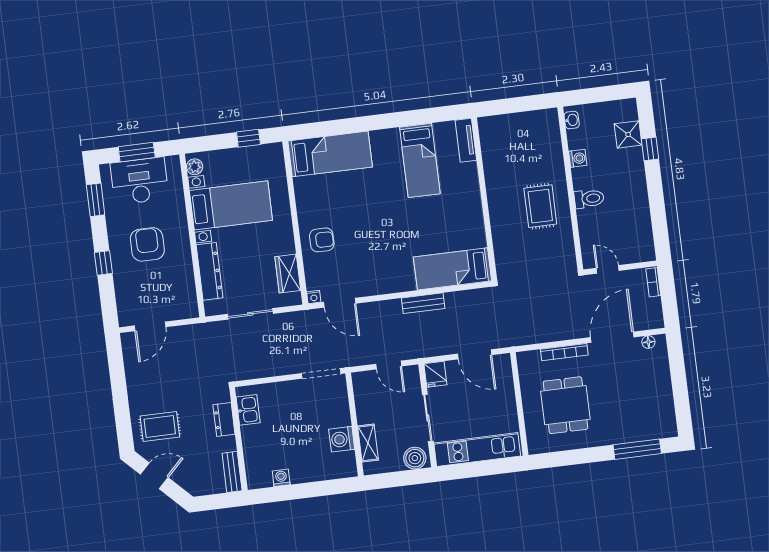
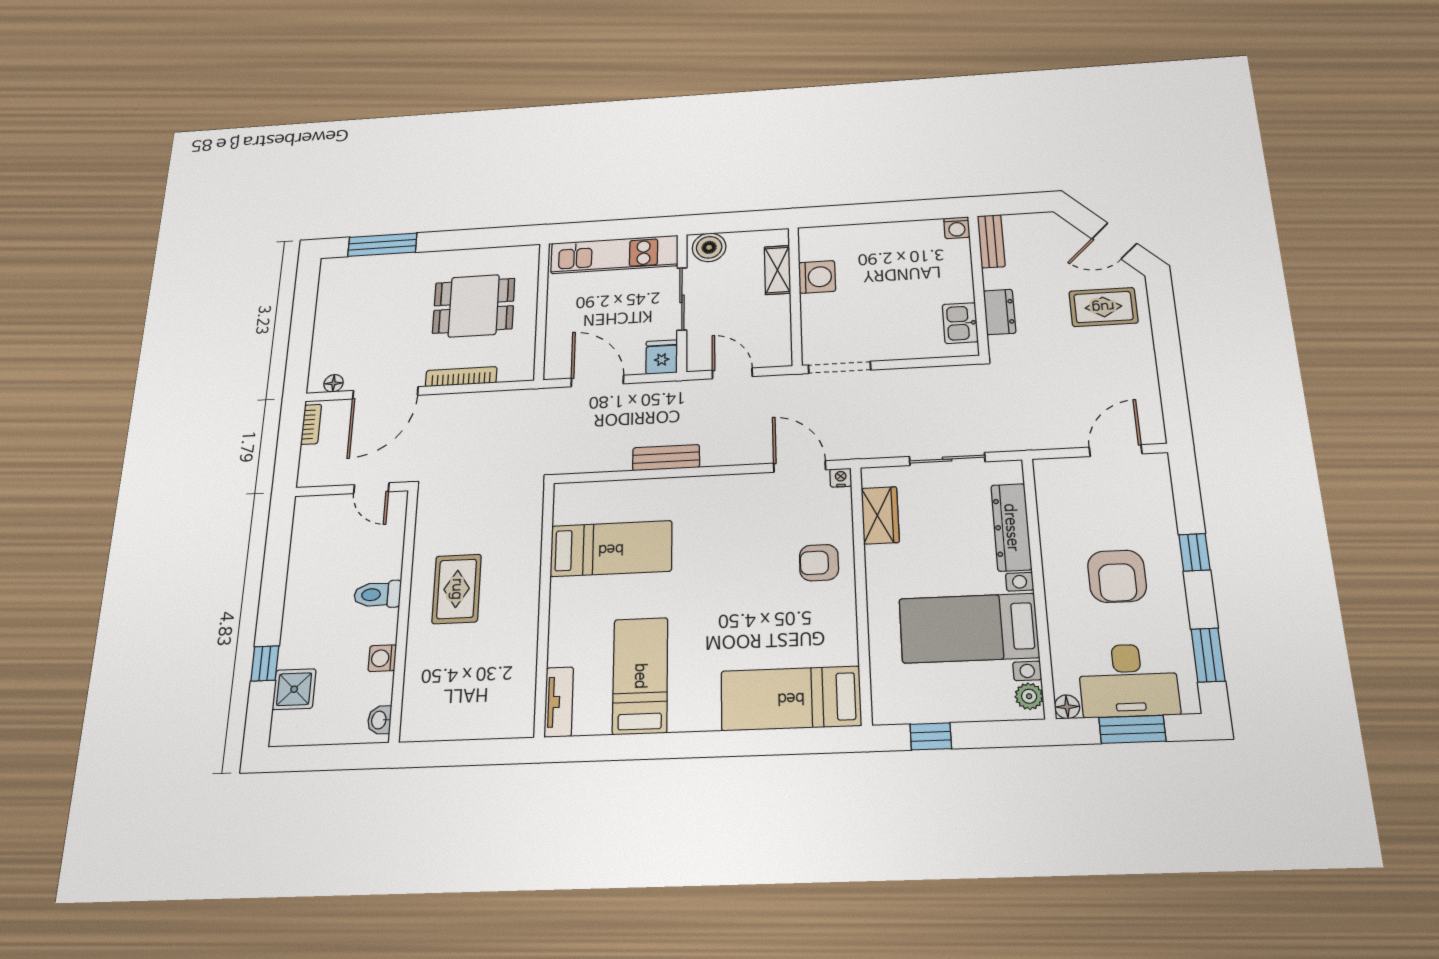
floor lamp: (173, 162) -> (1067, 707), added
bed: (453, 269) -> (611, 549), moved
bookcase: (653, 282) -> (311, 424), moved
dining table: (565, 405) -> (474, 306), turned 90
washing machine: (281, 478) -> (957, 228), moved

